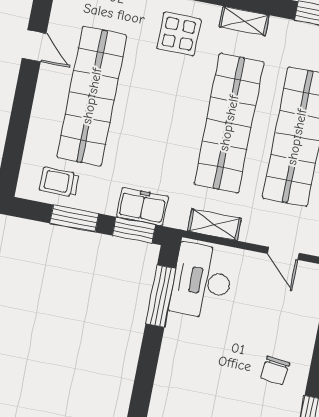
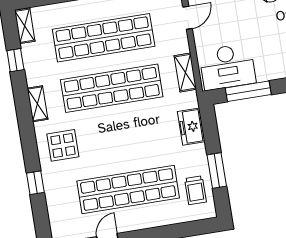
window: (134, 230) -> (210, 126), removed

